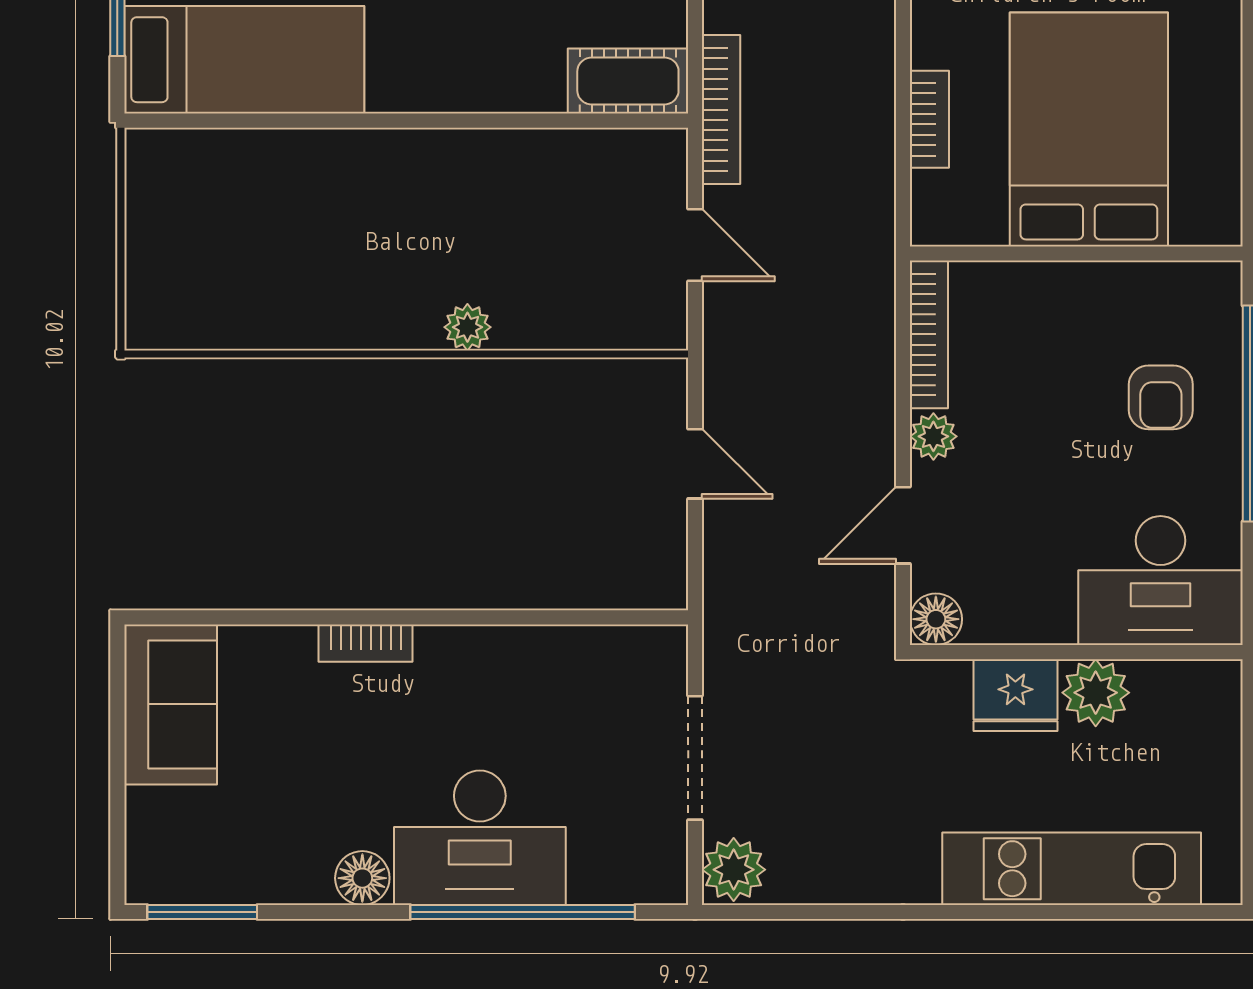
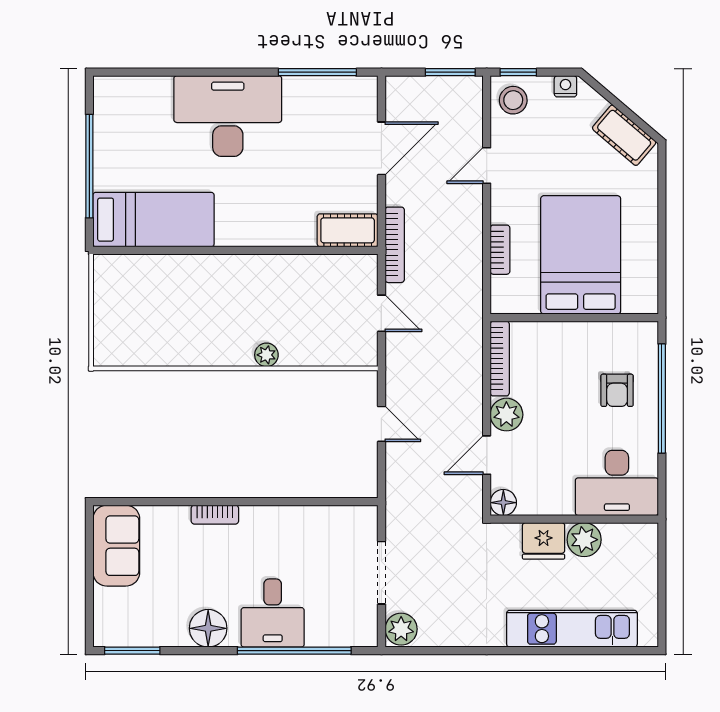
plant: (933, 436) -> (506, 415), width x1.38, depth x1.38
desk: (480, 838) -> (273, 613), width x0.73
floor lamp: (362, 878) -> (208, 628), width x1.38, depth x1.38

